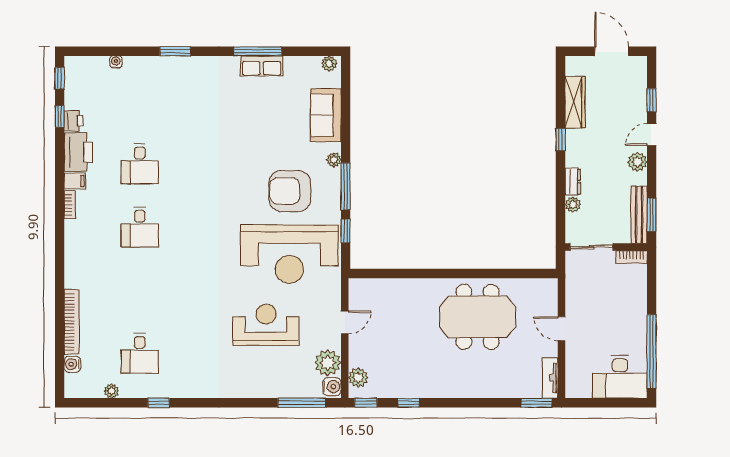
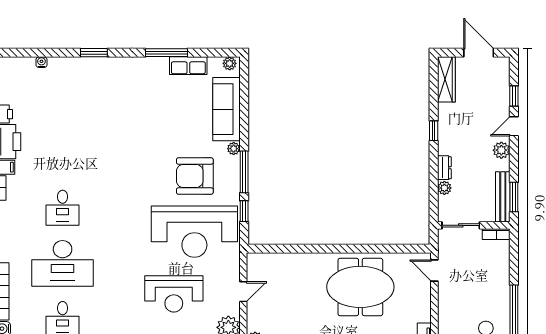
row of seats: (262, 66) -> (188, 66), moved
wardrobe: (575, 102) -> (446, 79), moved
sofa: (326, 115) -> (226, 109), width x1.36
desk: (140, 164) -> (63, 263), moved, width x1.87, depth x1.30
reception desk: (266, 325) -> (174, 294), turned 180
door: (561, 329) -> (434, 270), moved

